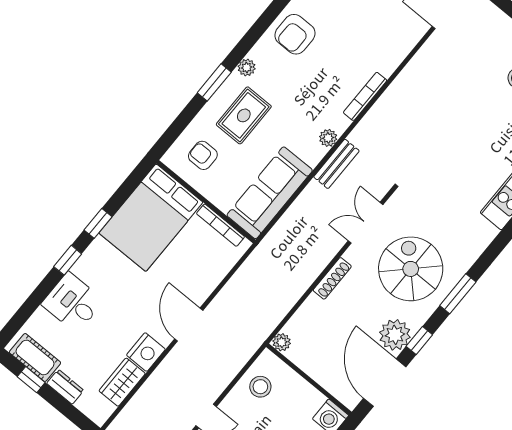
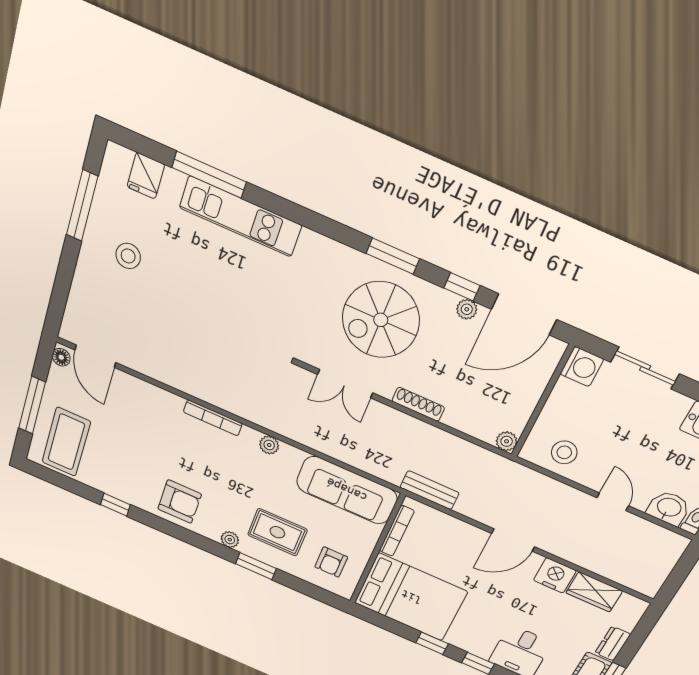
bench: (336, 164) -> (430, 490), moved
plant: (395, 335) -> (467, 309), width x0.53, depth x0.53

